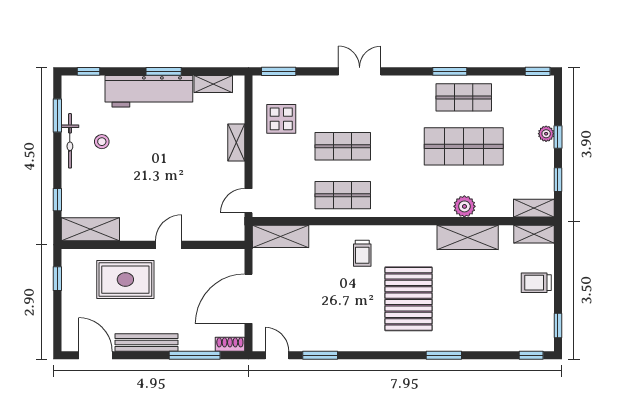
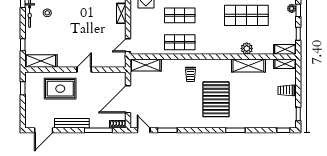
door: (95, 355) -> (44, 130), swing flipped

